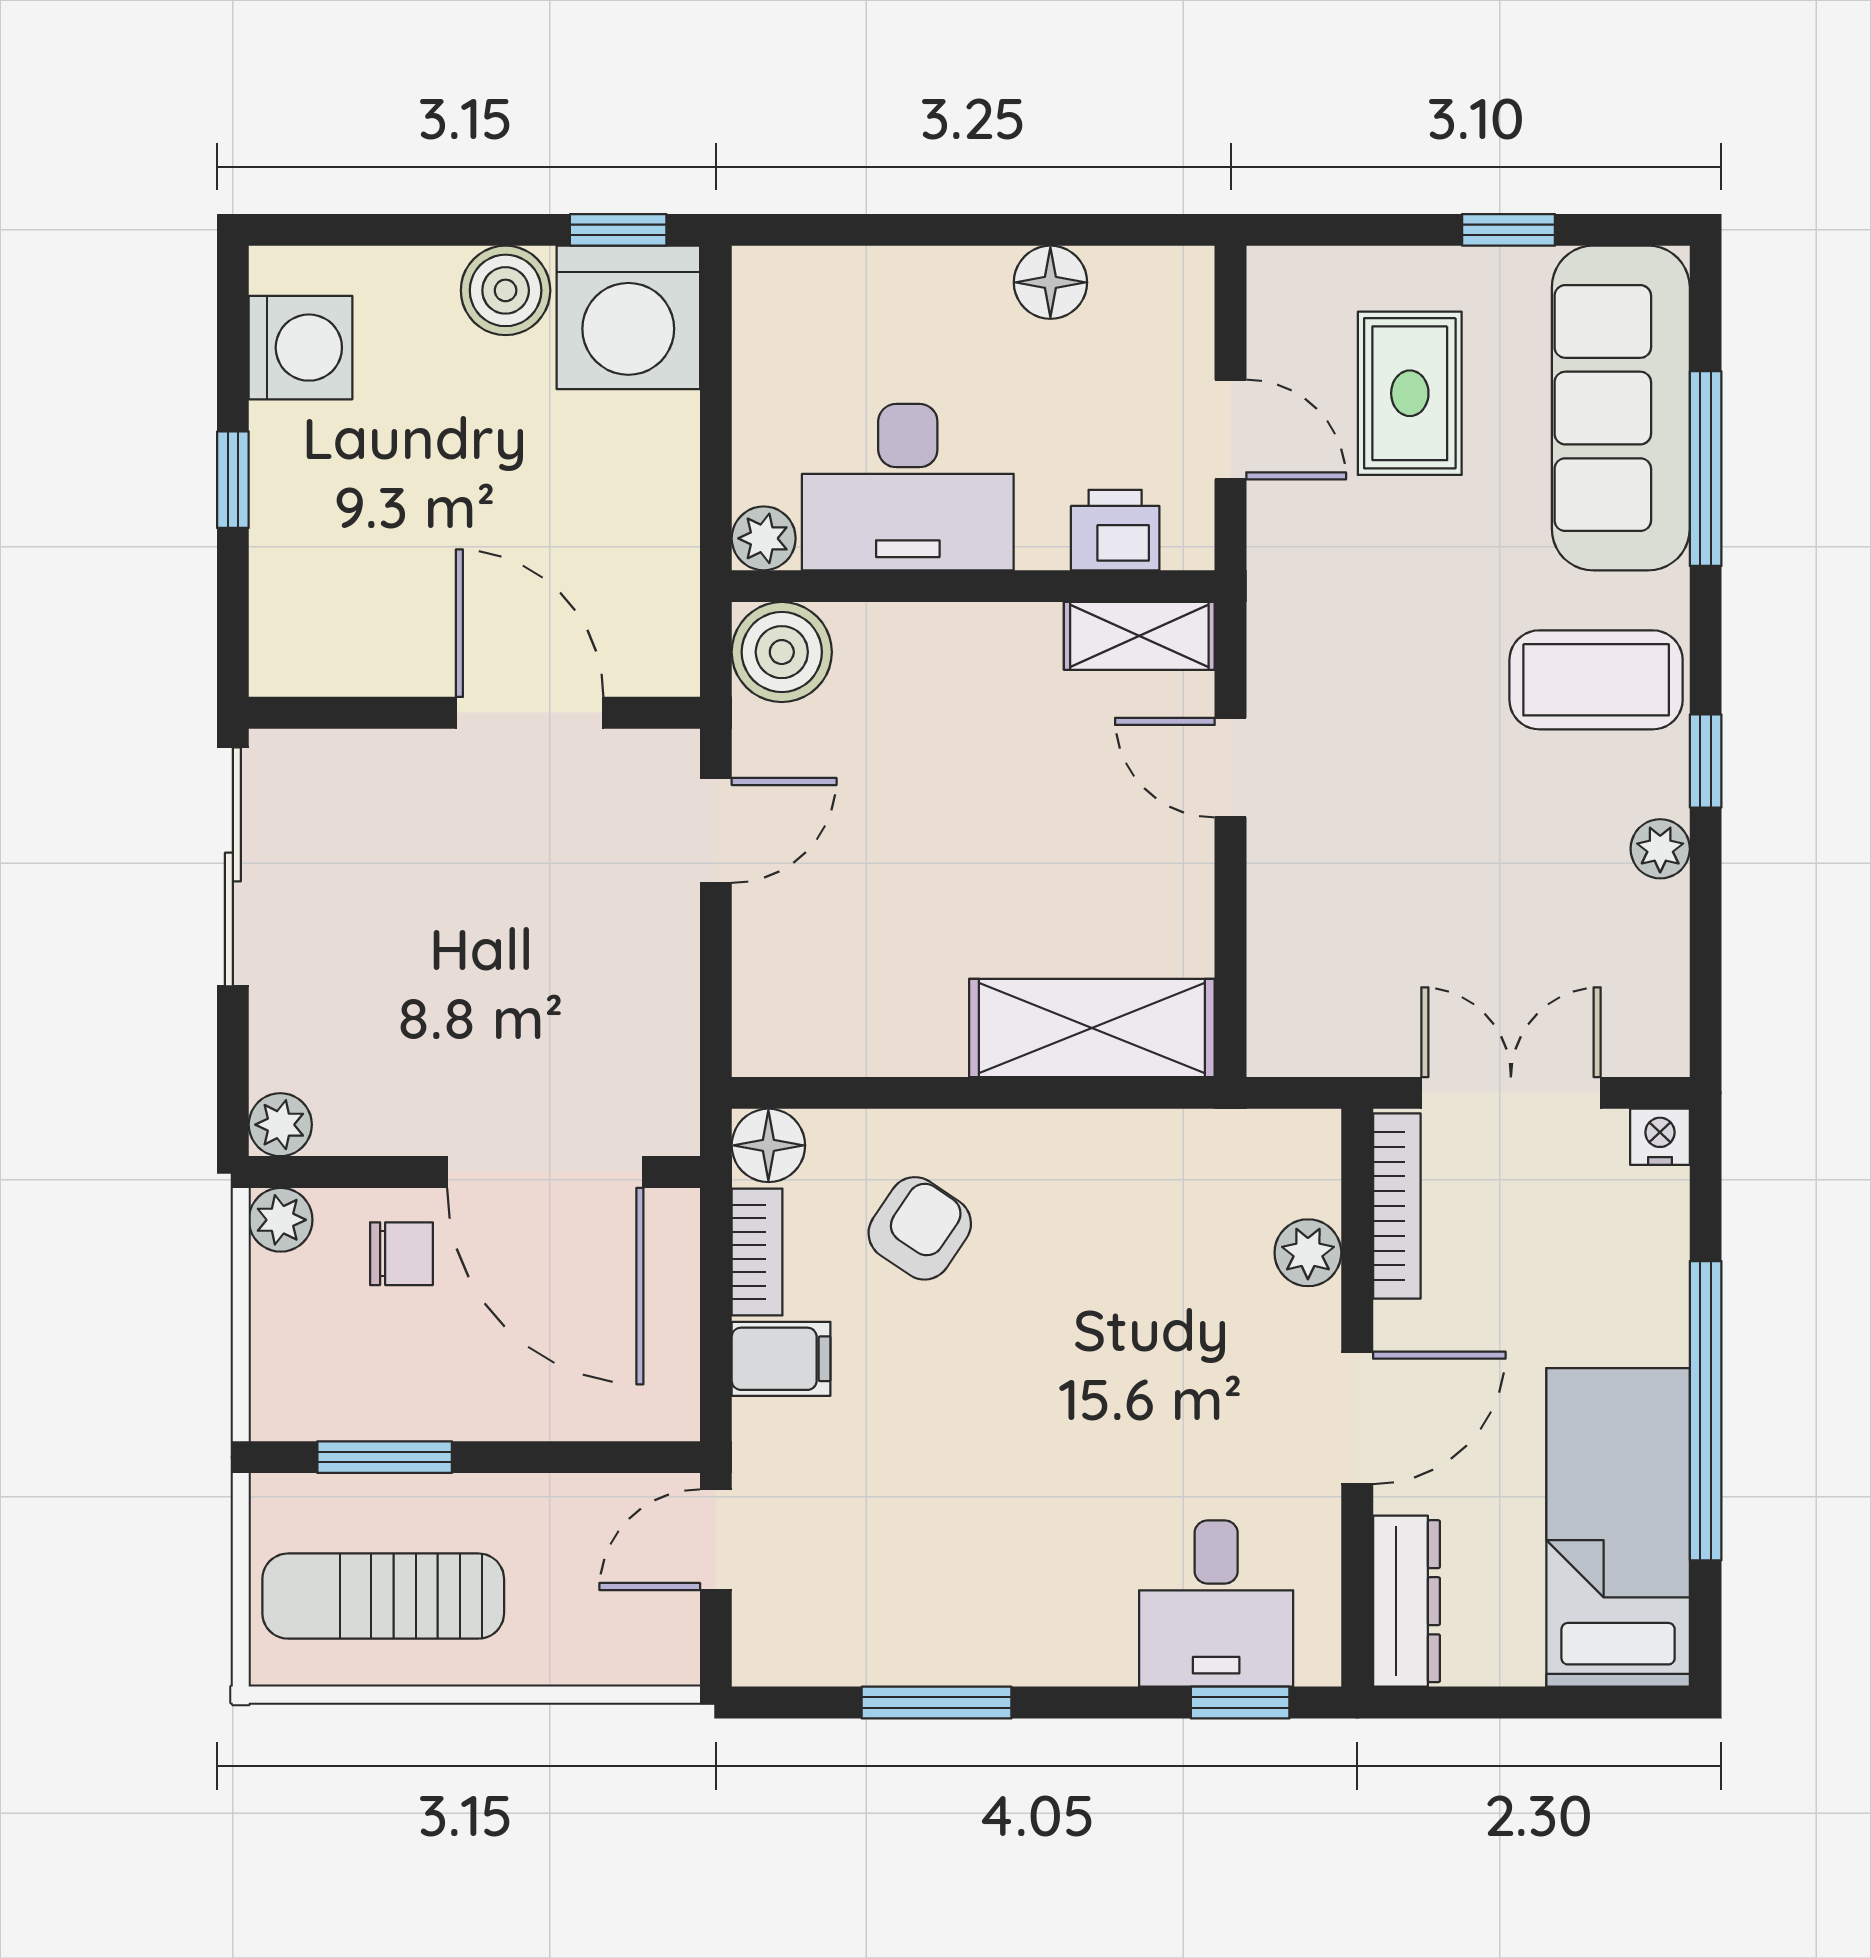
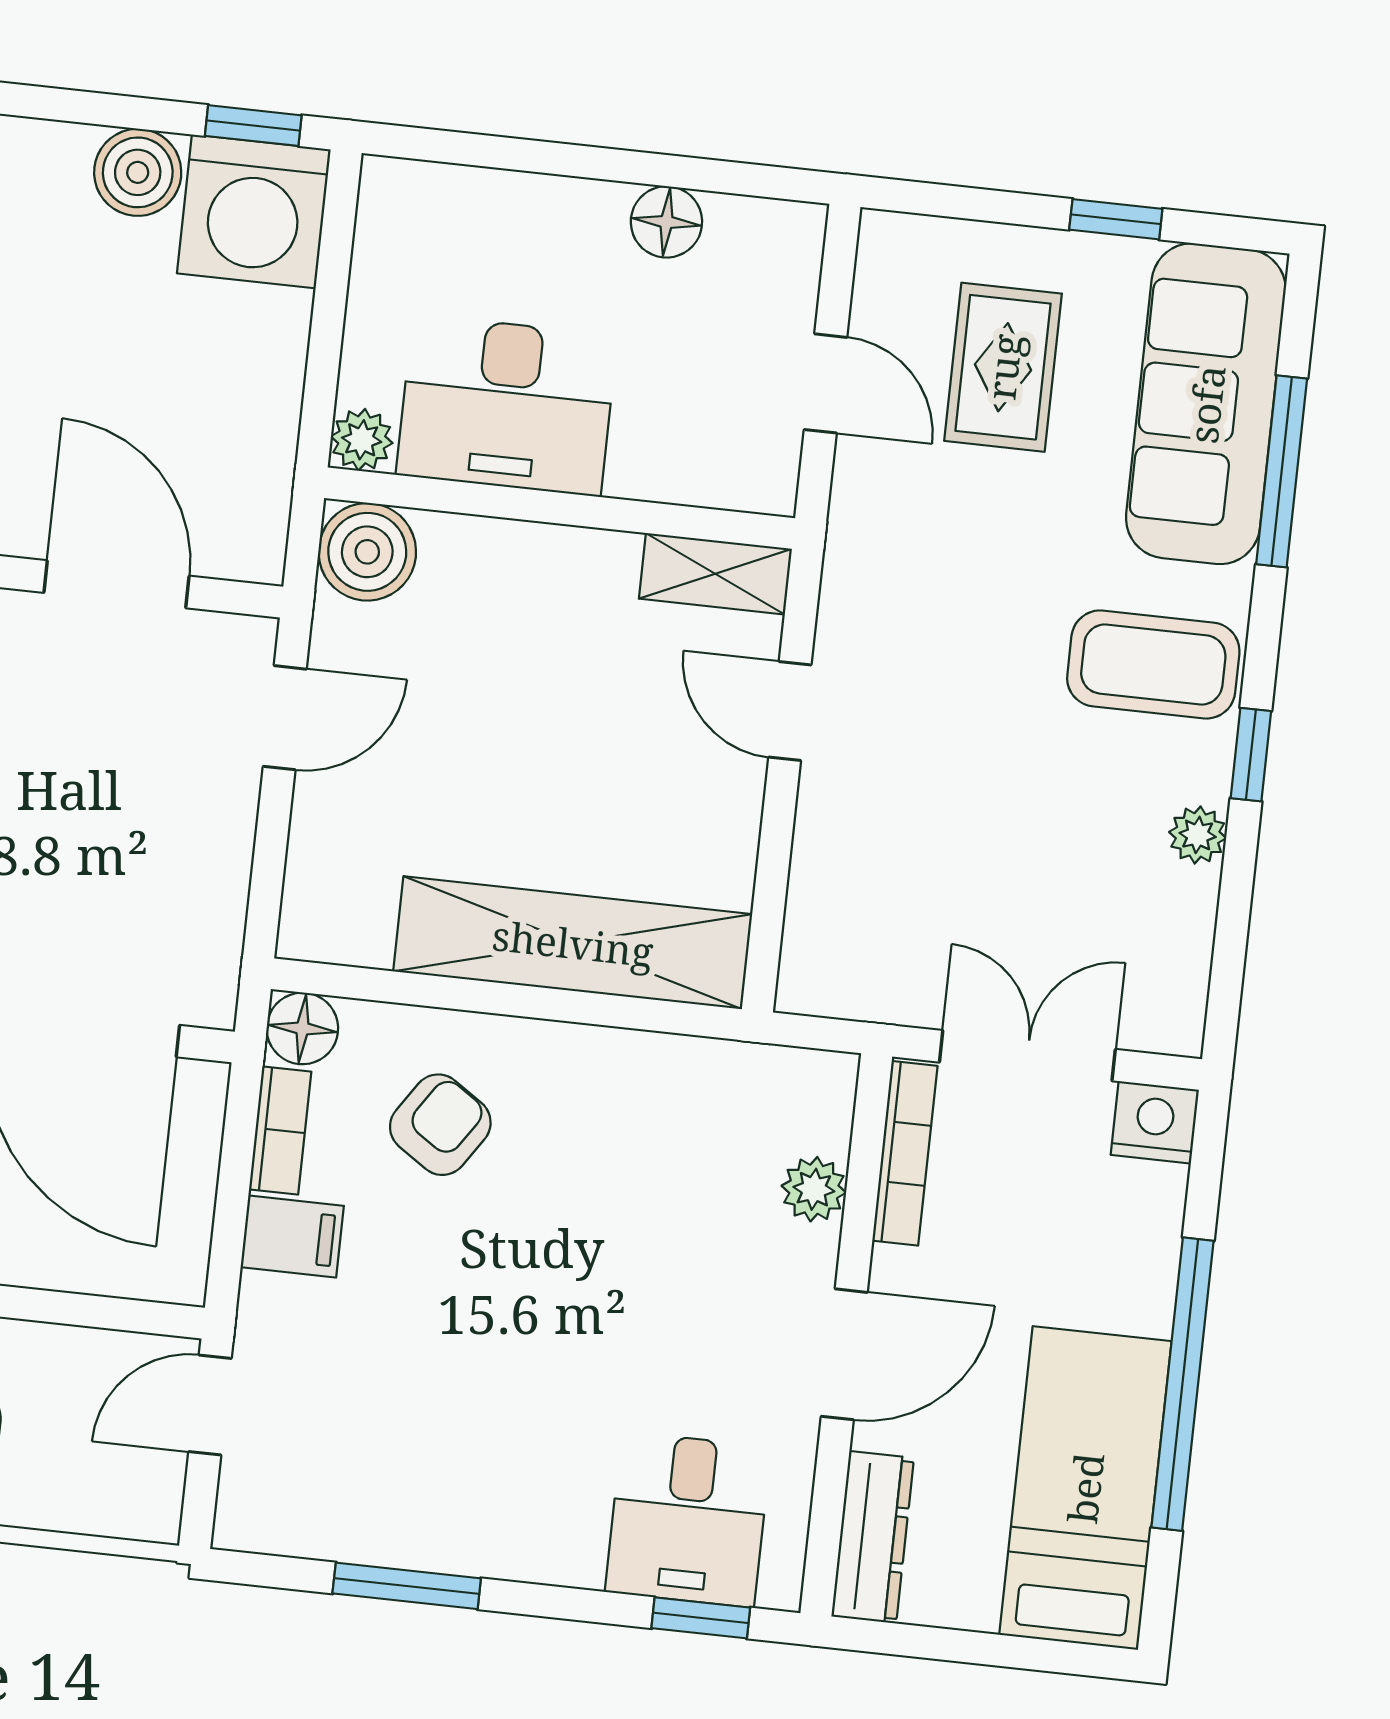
printer: (1115, 530) -> (703, 469), removed
shelving: (1092, 1028) -> (573, 943), width x1.47
nightstand: (1660, 1137) -> (1155, 1122), width x1.39, depth x1.35

